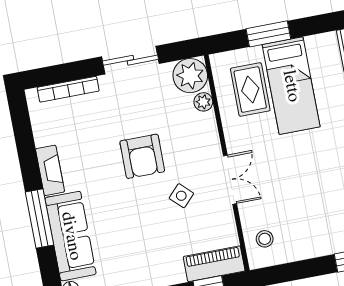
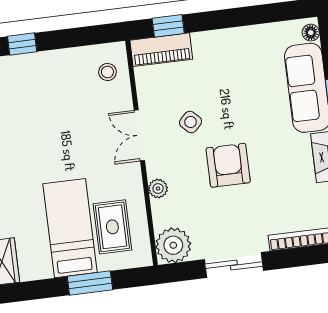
plant: (203, 102) -> (158, 188), moved

